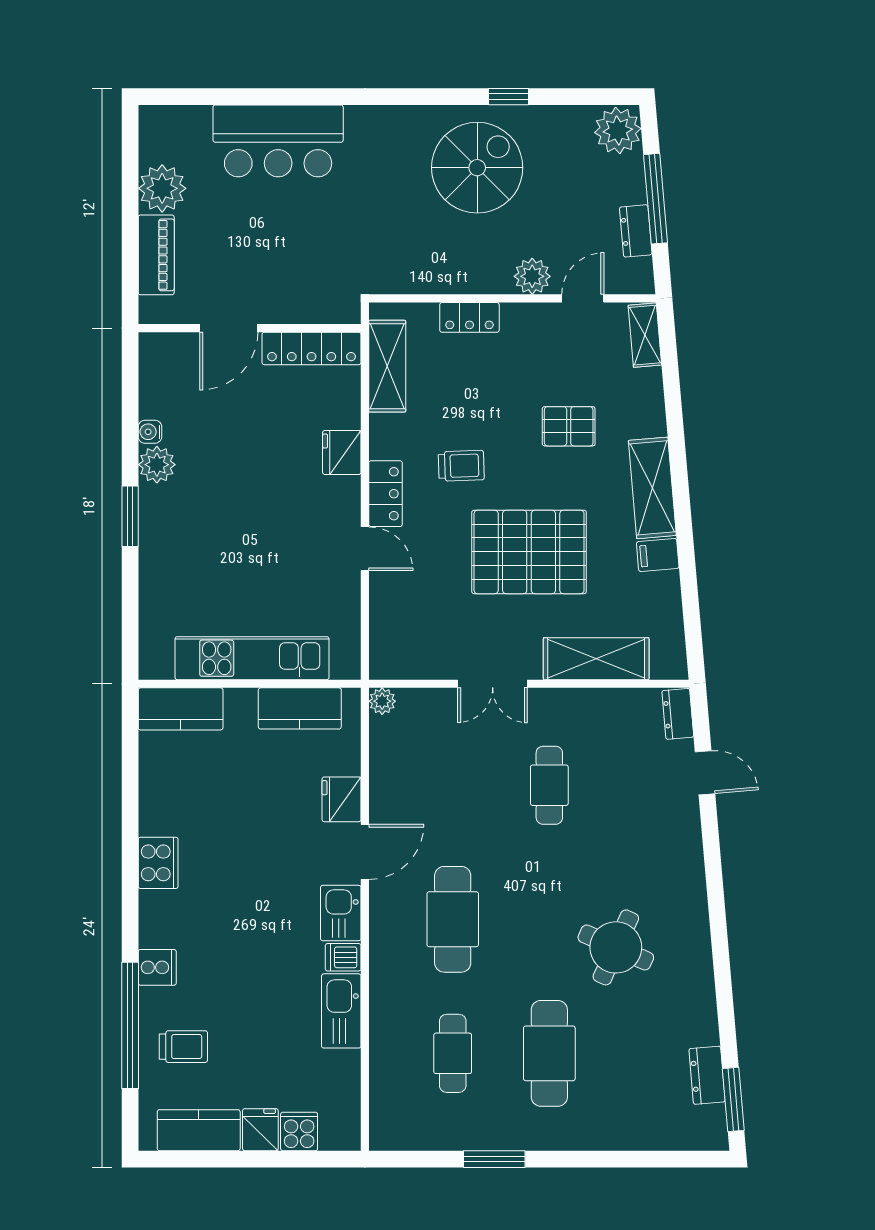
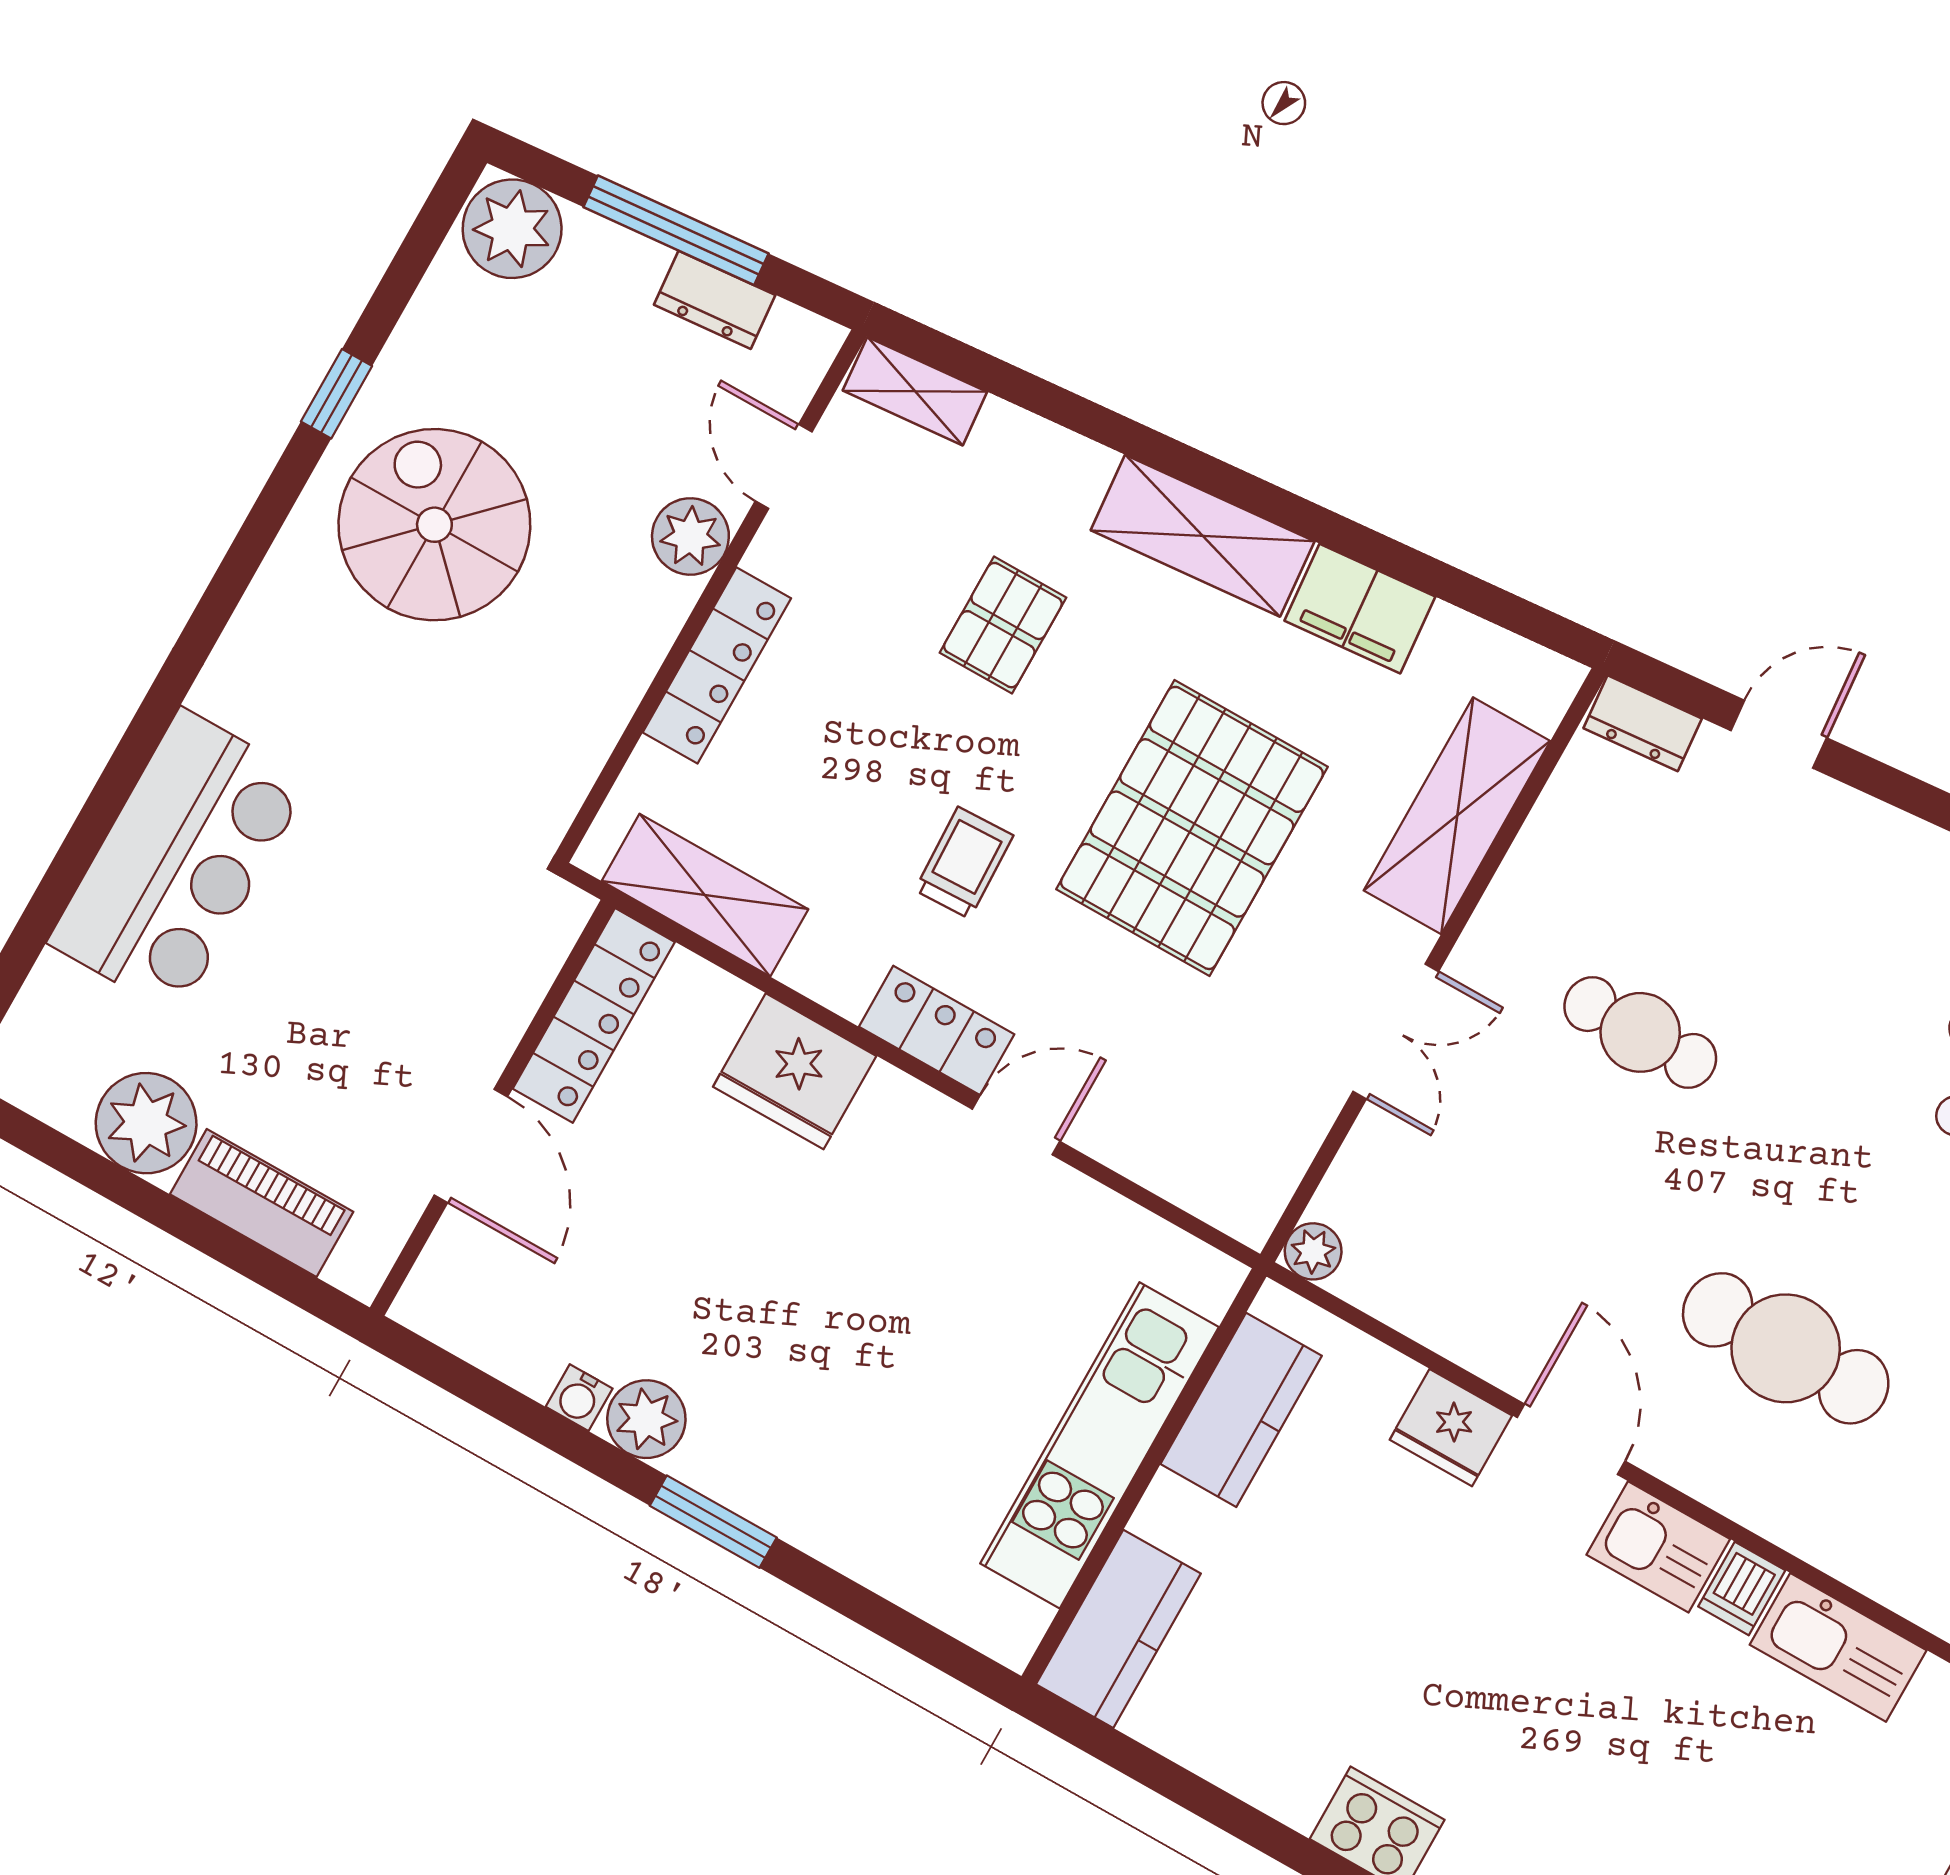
locker: (469, 317) -> (717, 665), width x1.53
fridge: (342, 453) -> (795, 1071), width x1.36, depth x1.34
filing cabinet: (658, 555) -> (1360, 609), width x2.00

